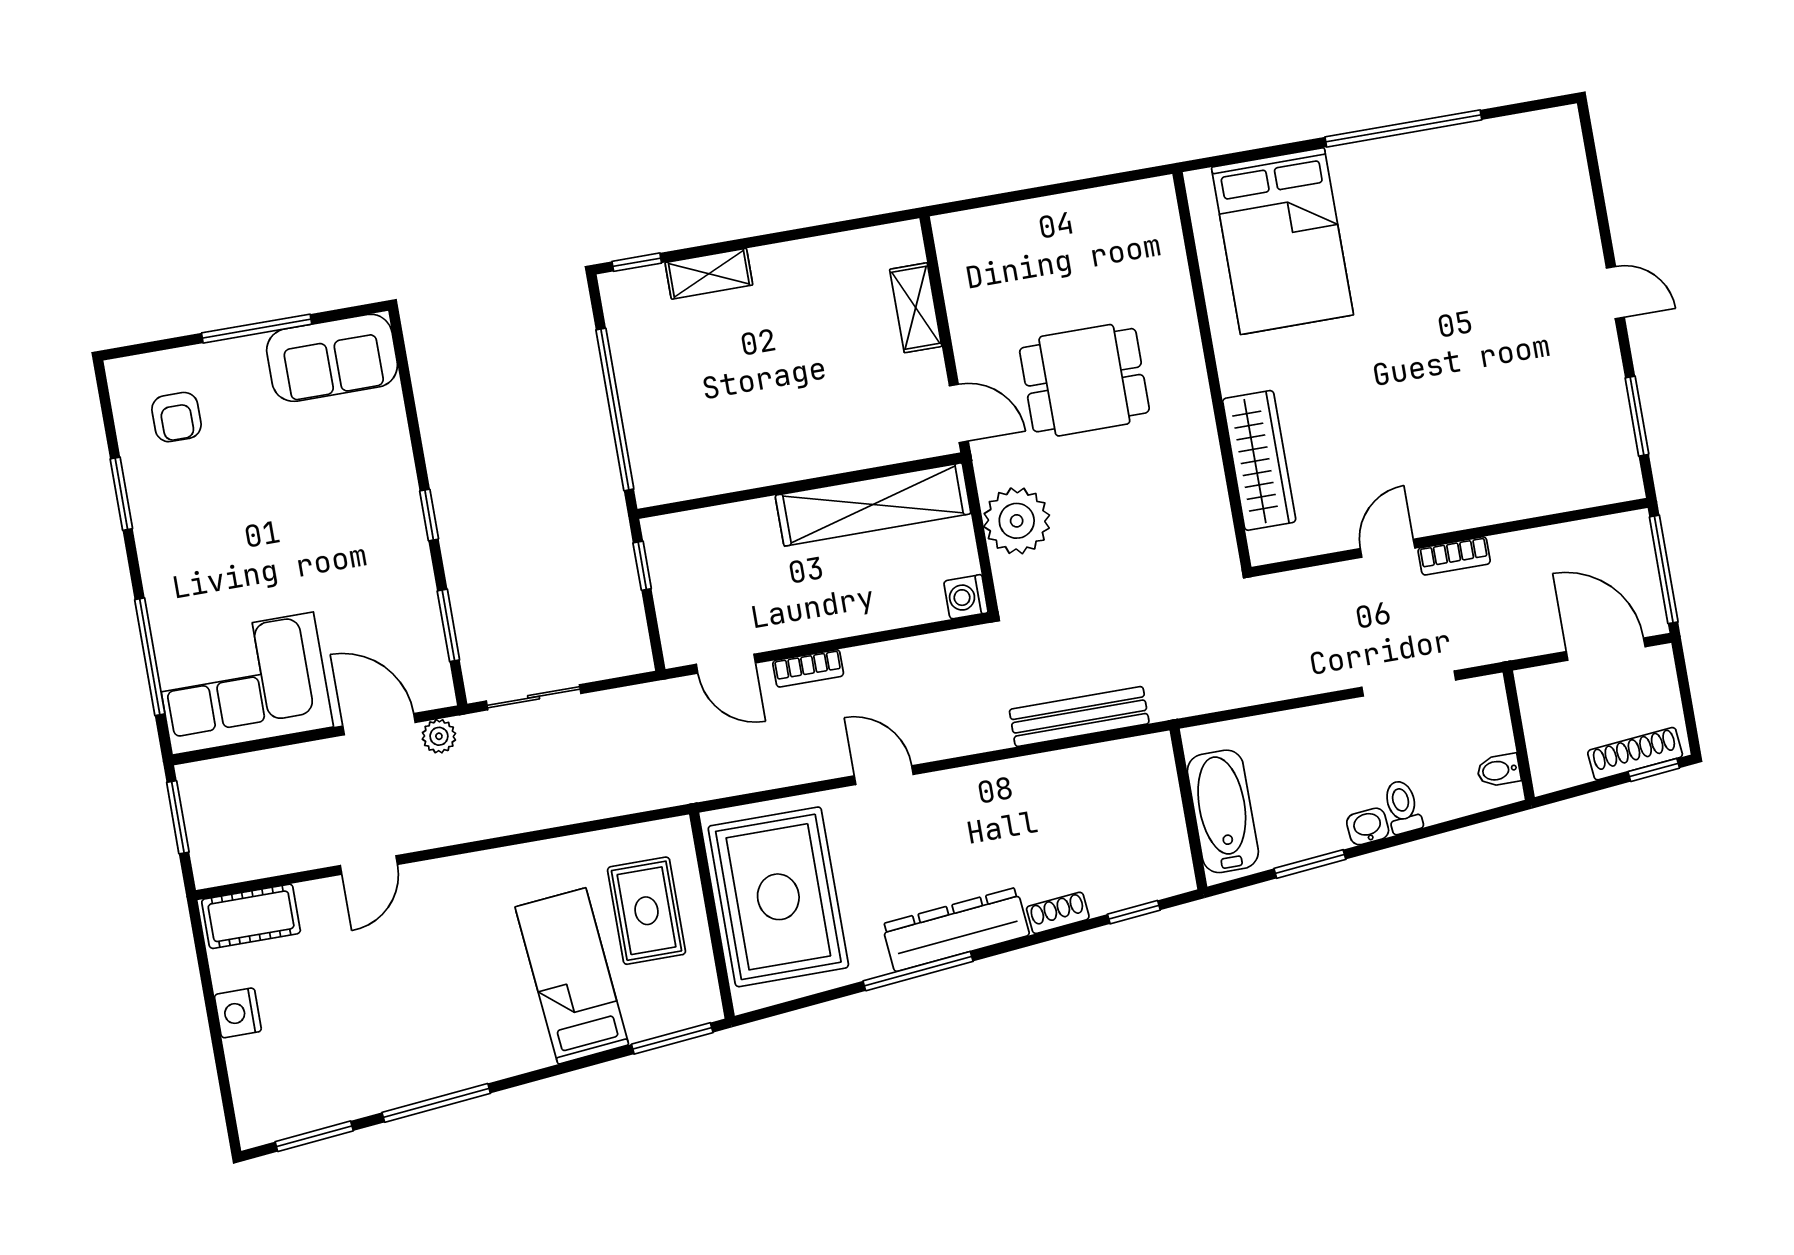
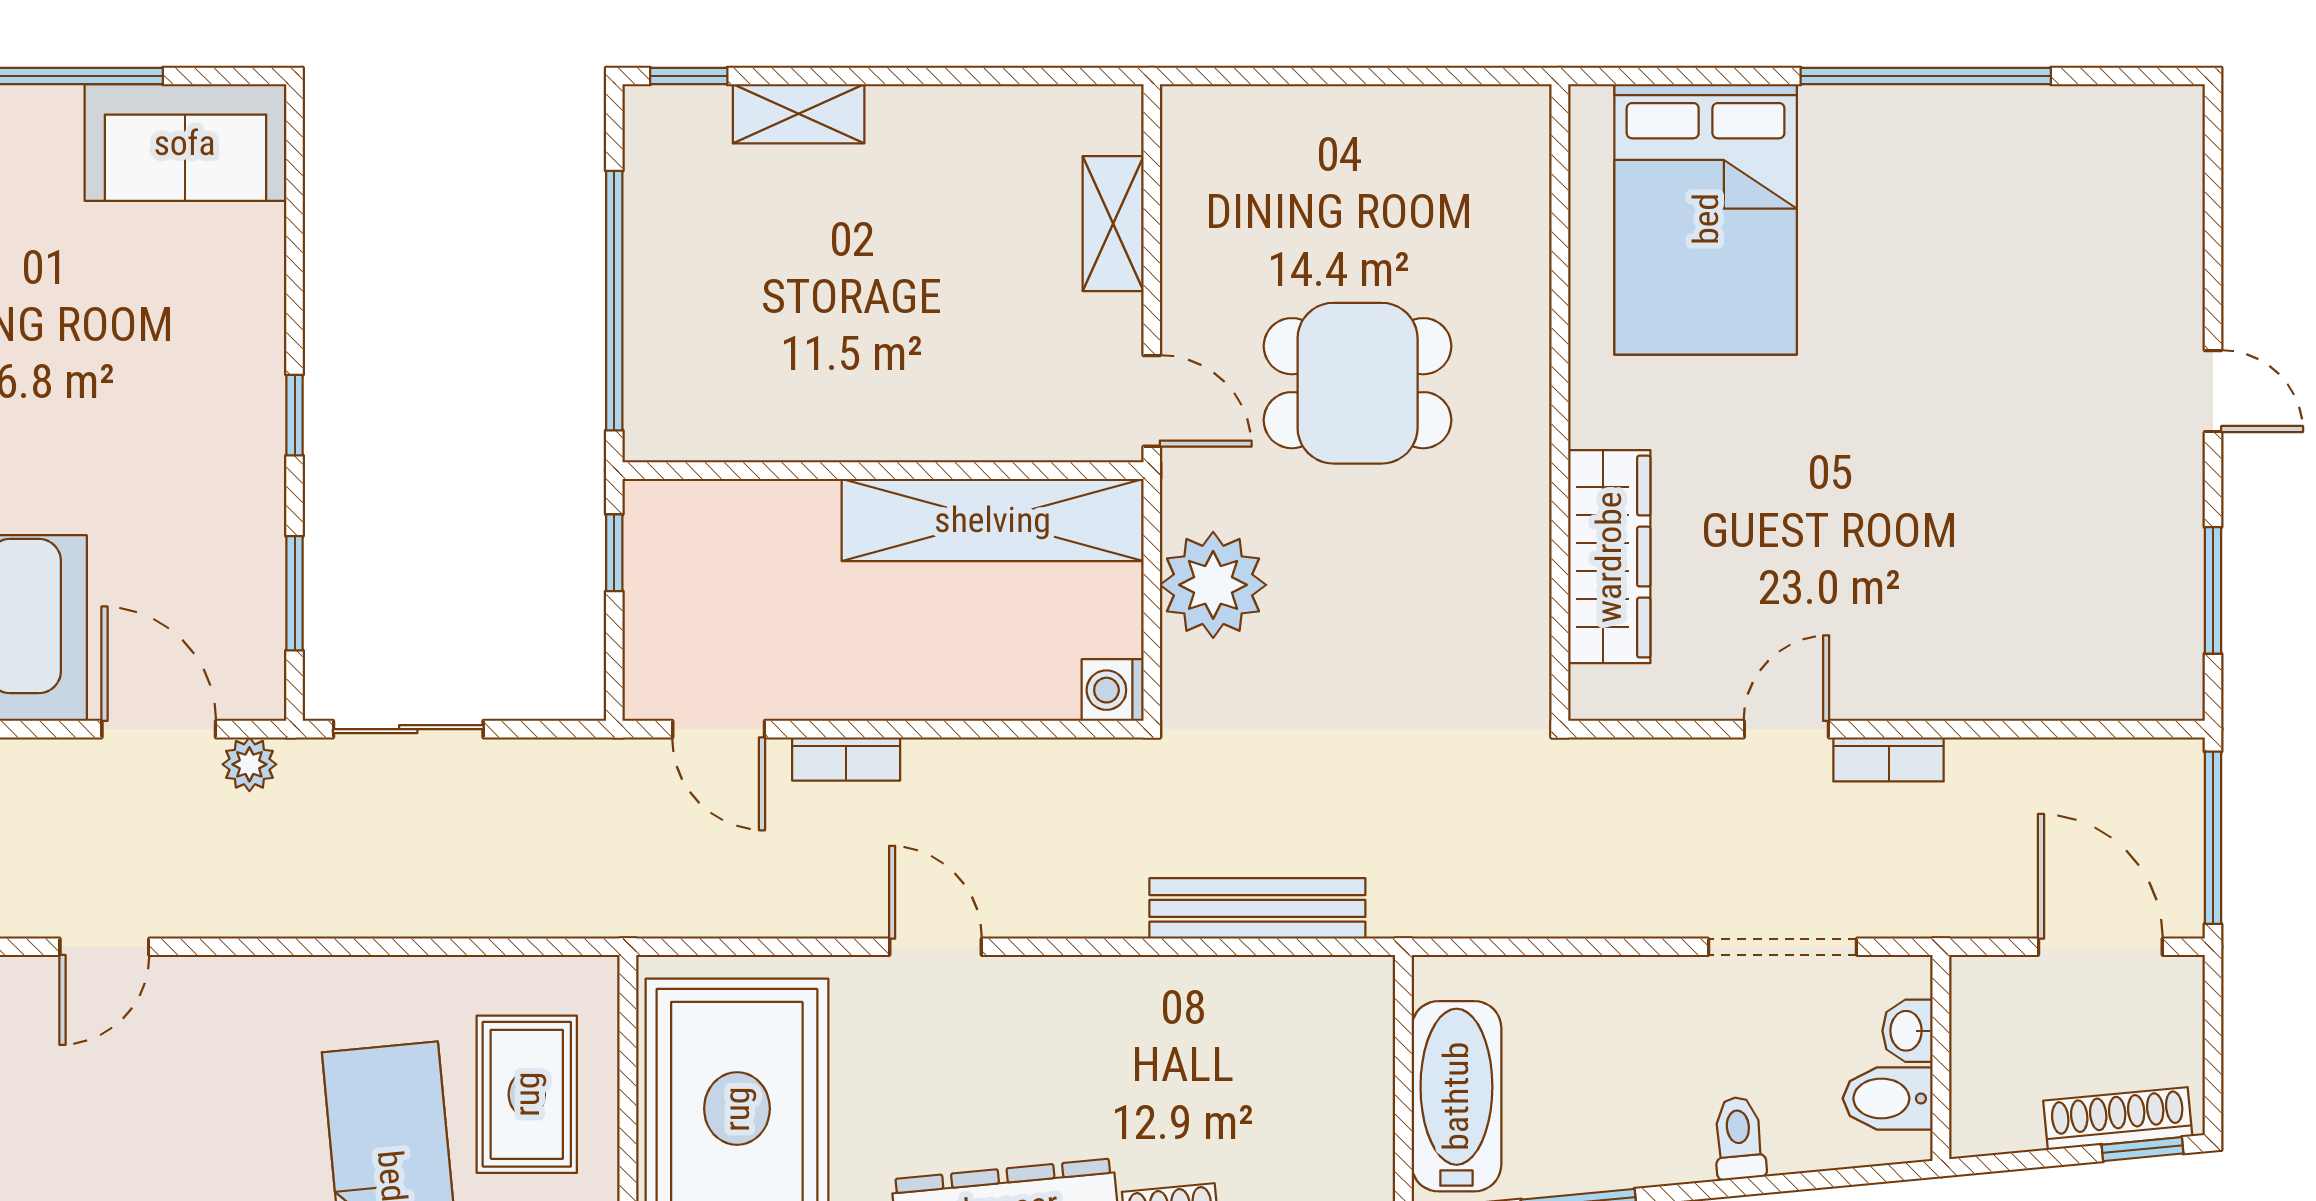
bidet: (1499, 770) -> (1888, 1098), width x1.38, depth x1.36
washbasin: (1368, 826) -> (1908, 1031), moved, turned -85

